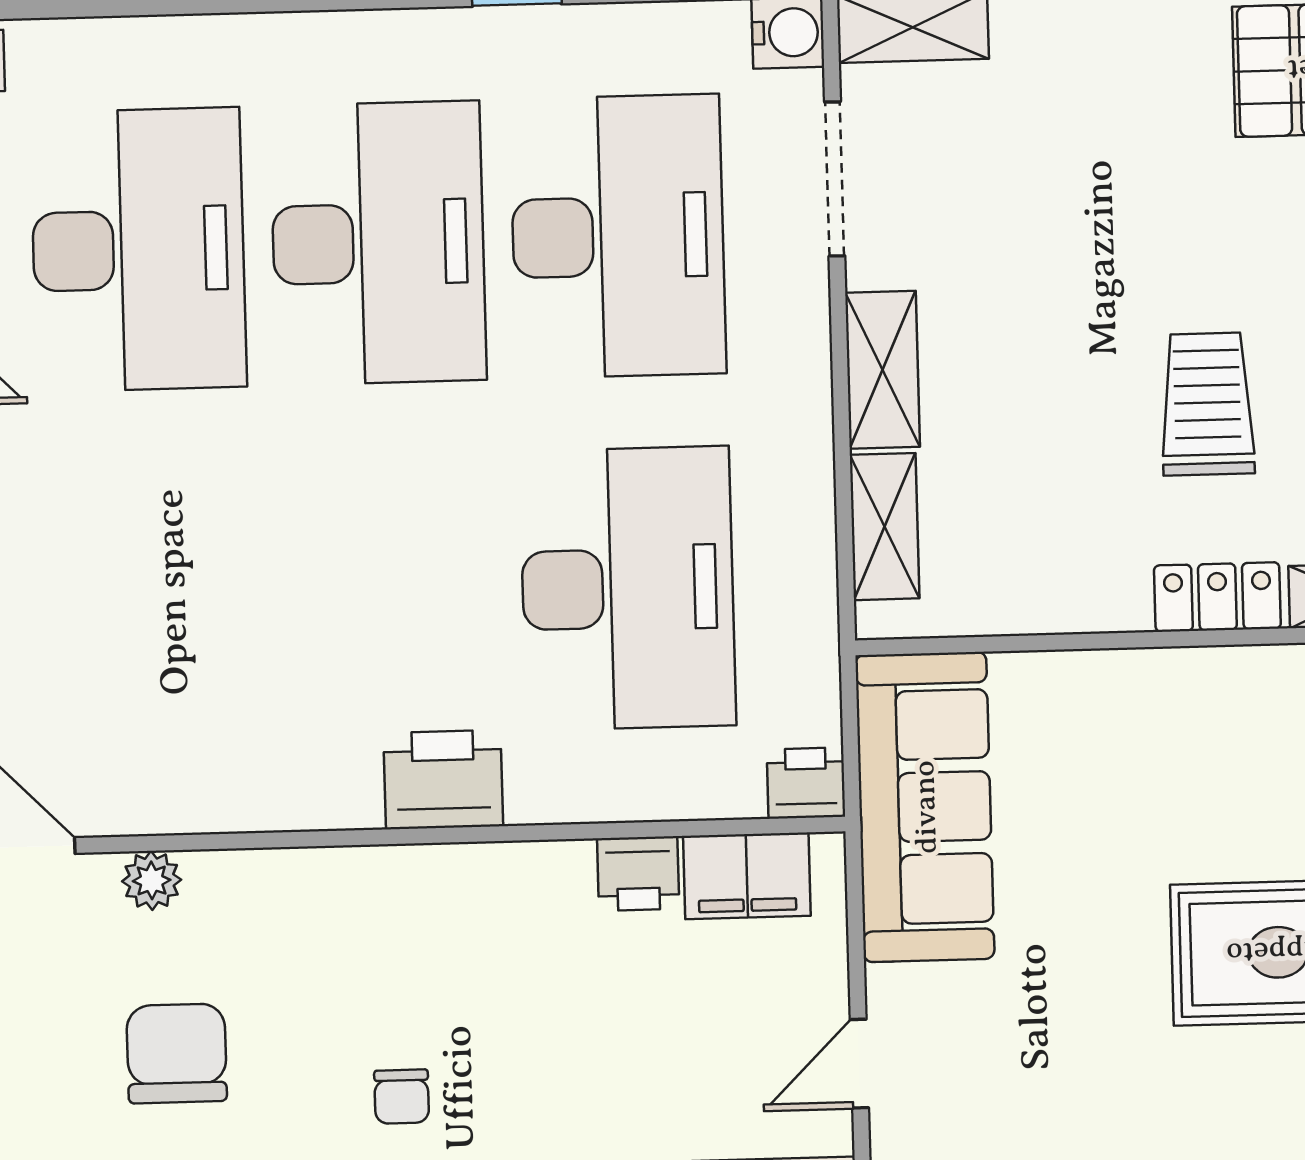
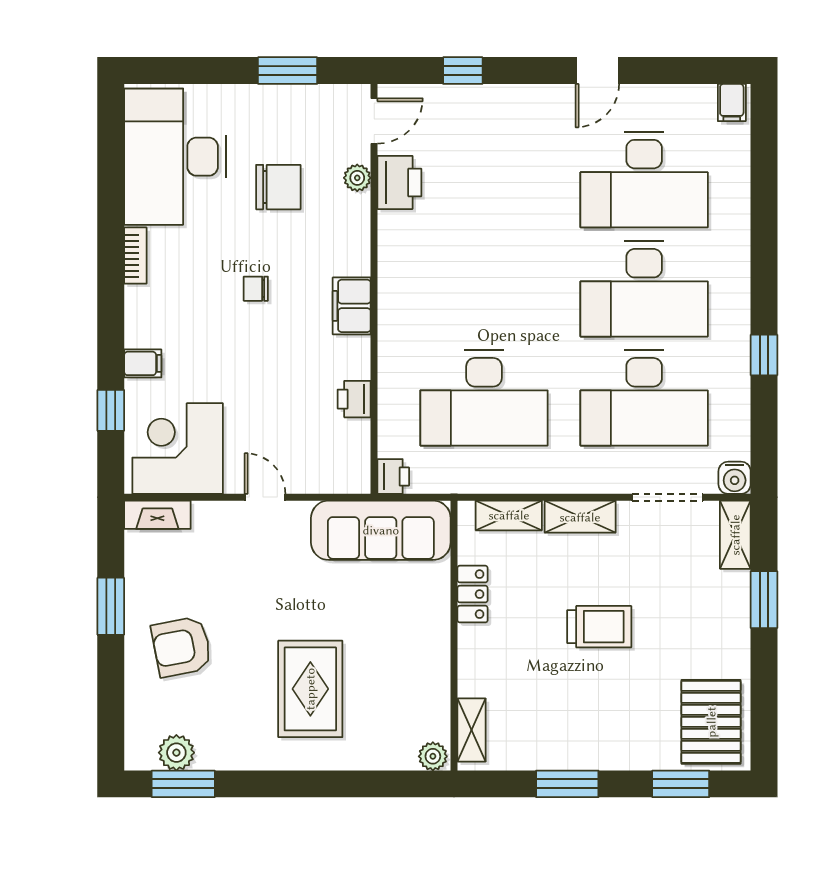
trolley: (1207, 404) -> (599, 627), moved
locker: (1217, 597) -> (473, 594), moved
printer: (443, 780) -> (399, 182), moved
filing cabinet: (747, 876) -> (352, 306), moved

